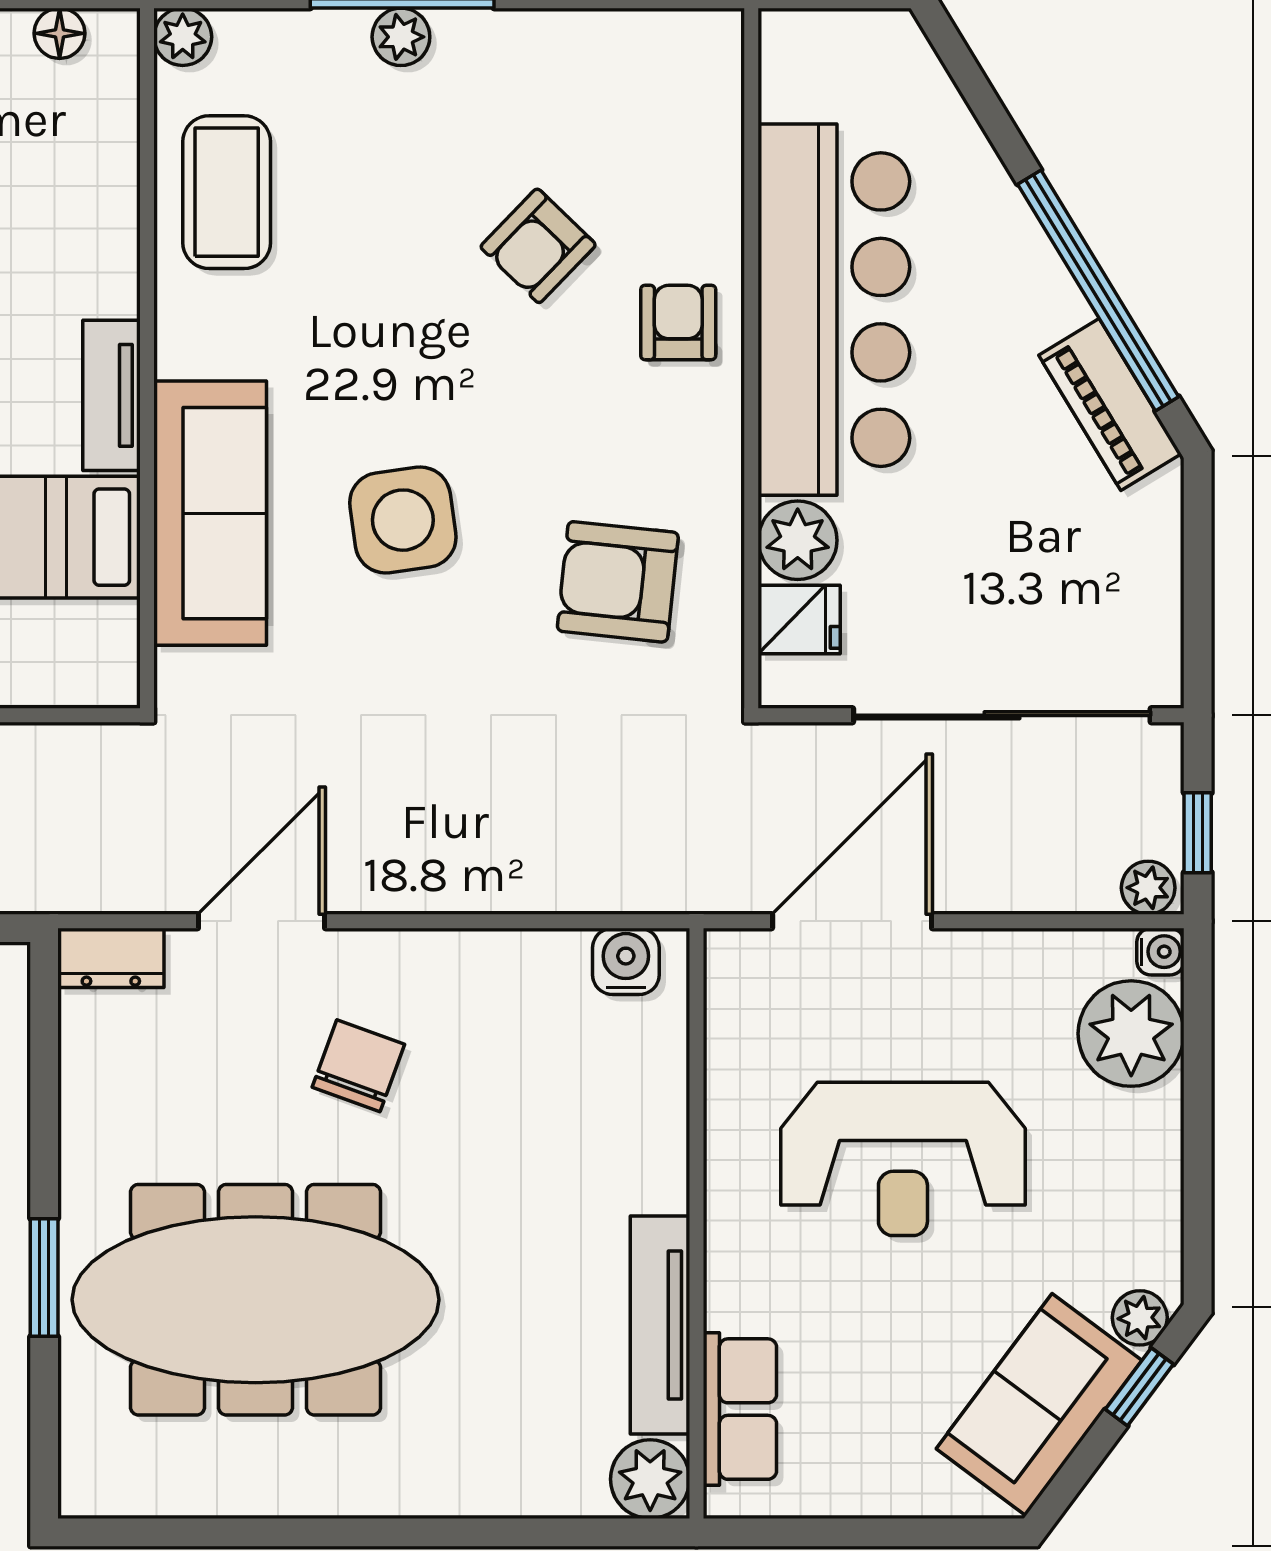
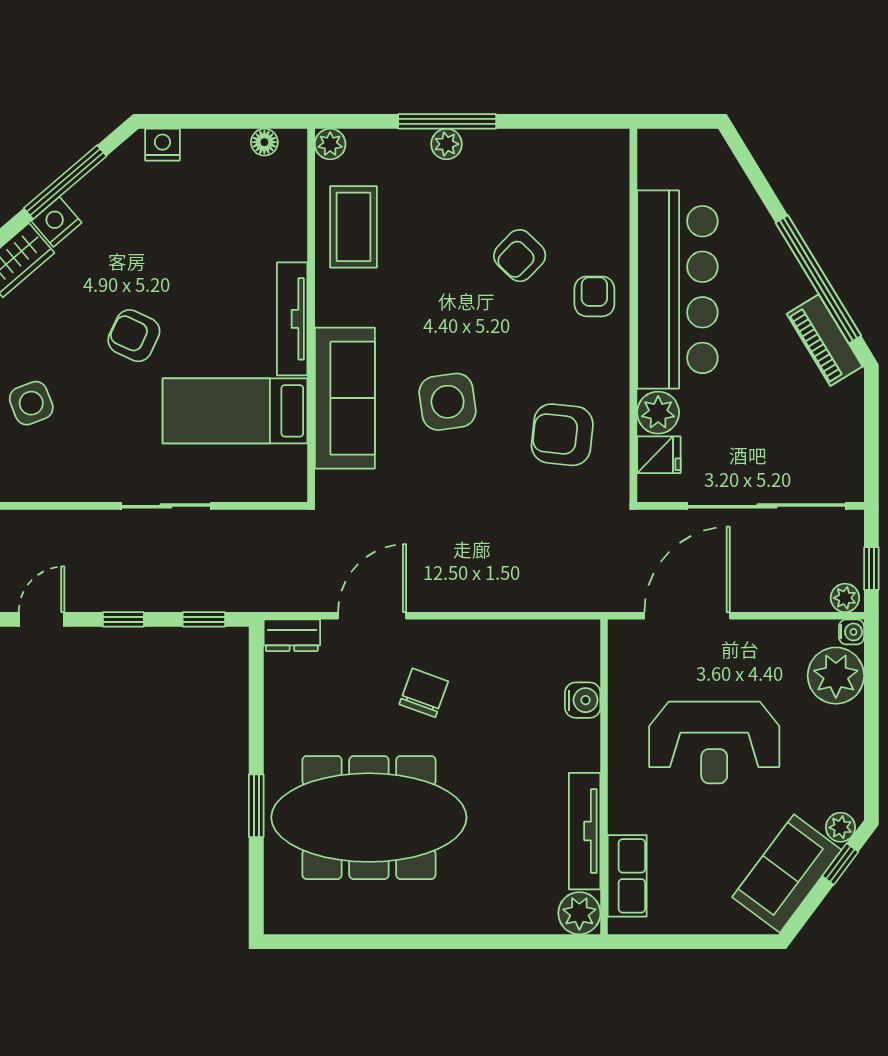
tv unit: (112, 395) -> (292, 319), width x1.41
water cooler: (626, 961) -> (583, 700), moved, turned 90

